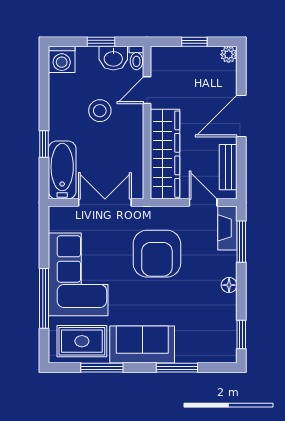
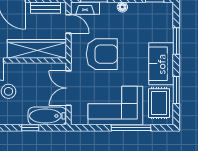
door: (203, 202) -> (68, 24), swing flipped

